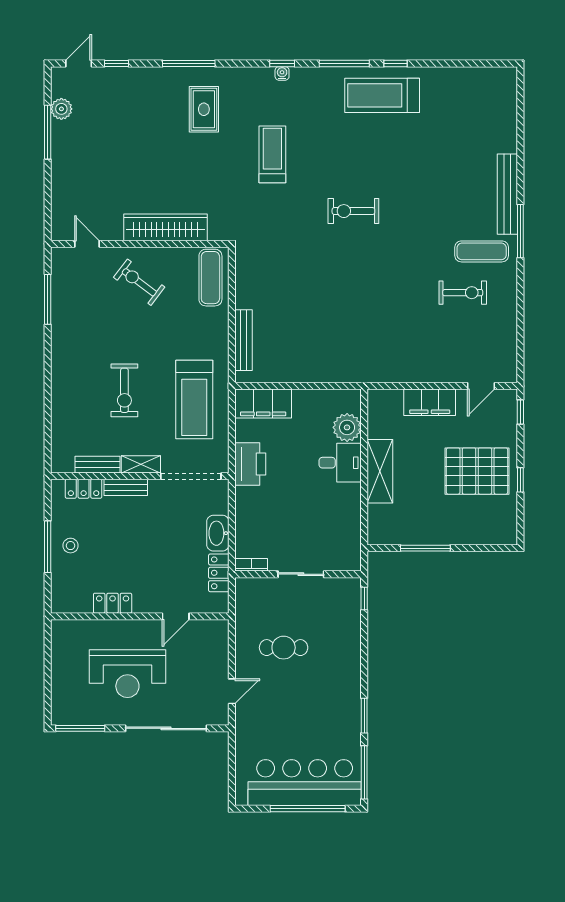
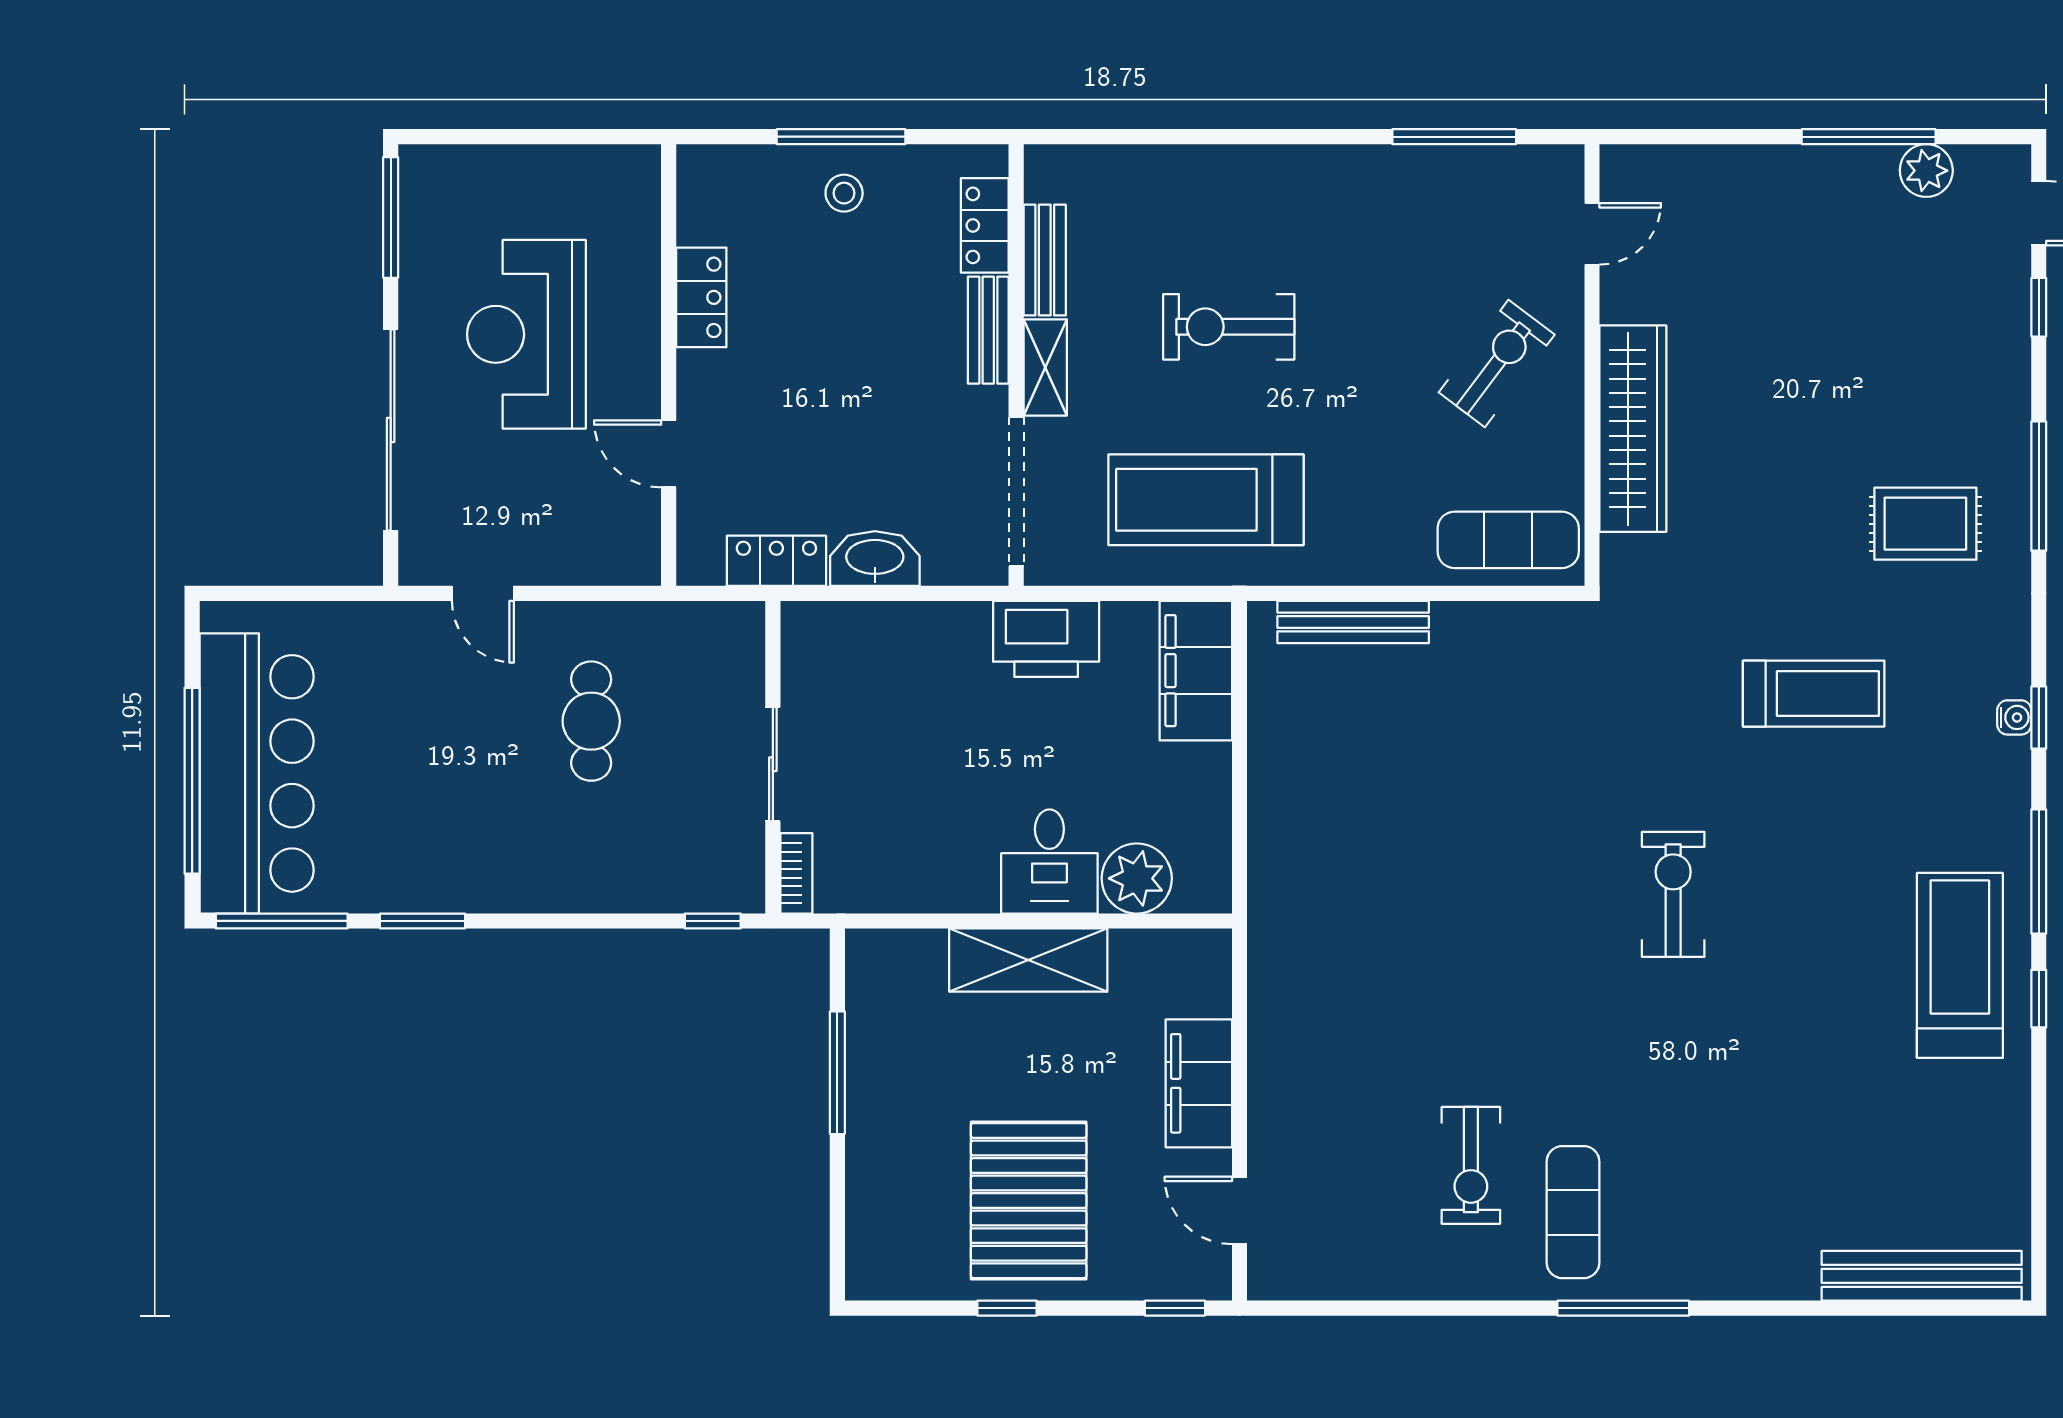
bench: (507, 194) -> (1922, 1276), moved
bookcase: (251, 565) -> (796, 873), moved

